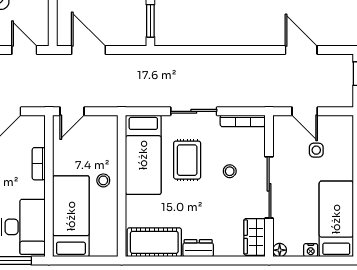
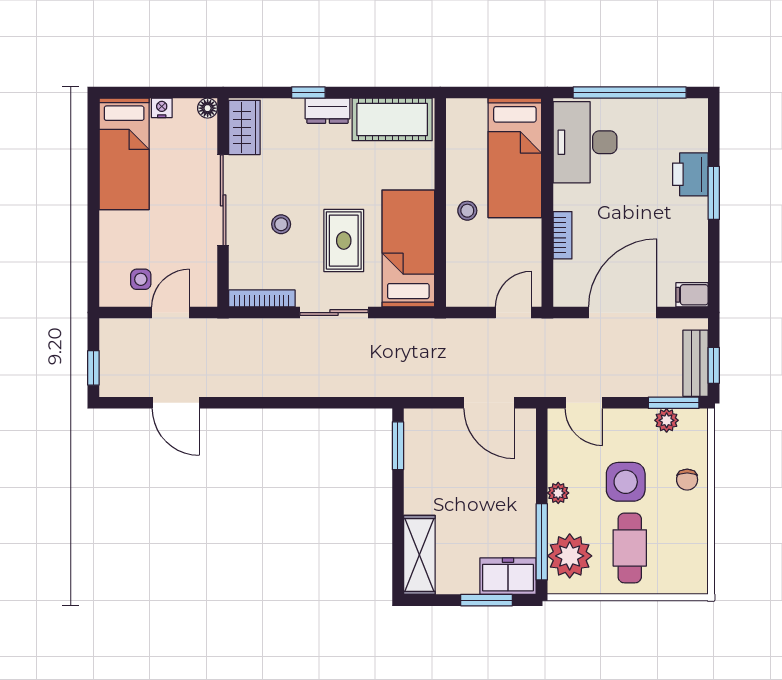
door: (305, 111) -> (171, 313), hinge flipped
side table: (316, 150) -> (141, 279), moved
window: (211, 261) -> (308, 93), added

